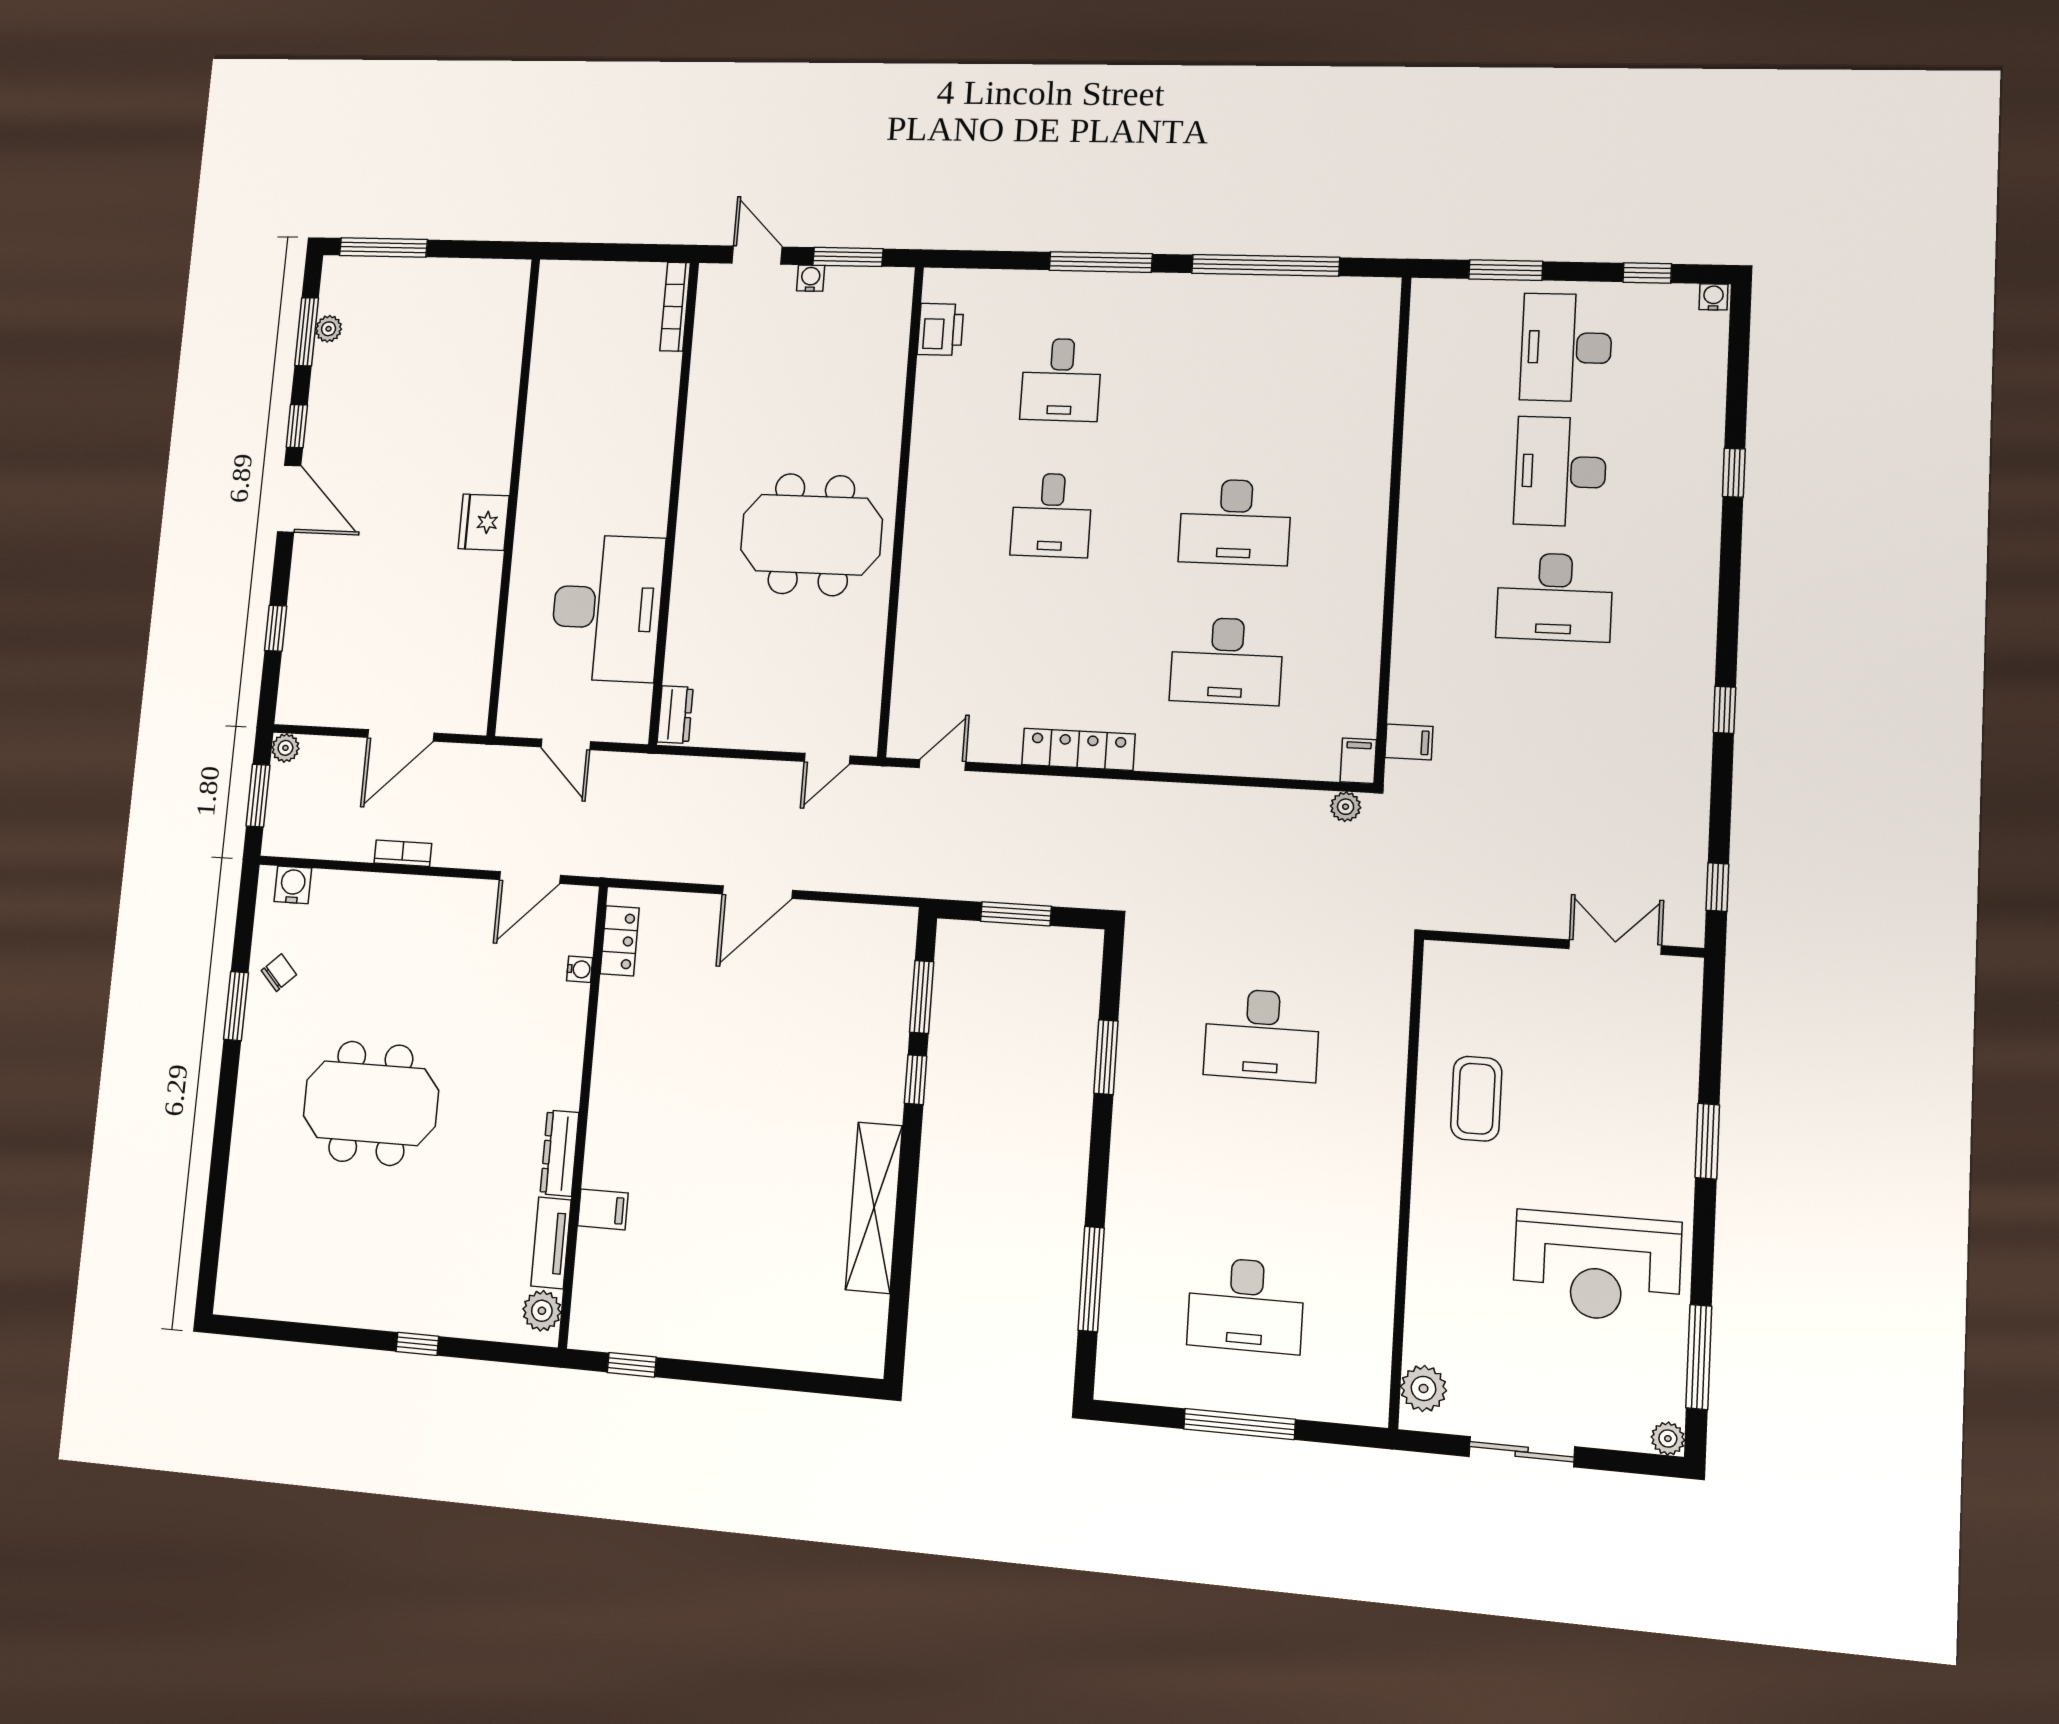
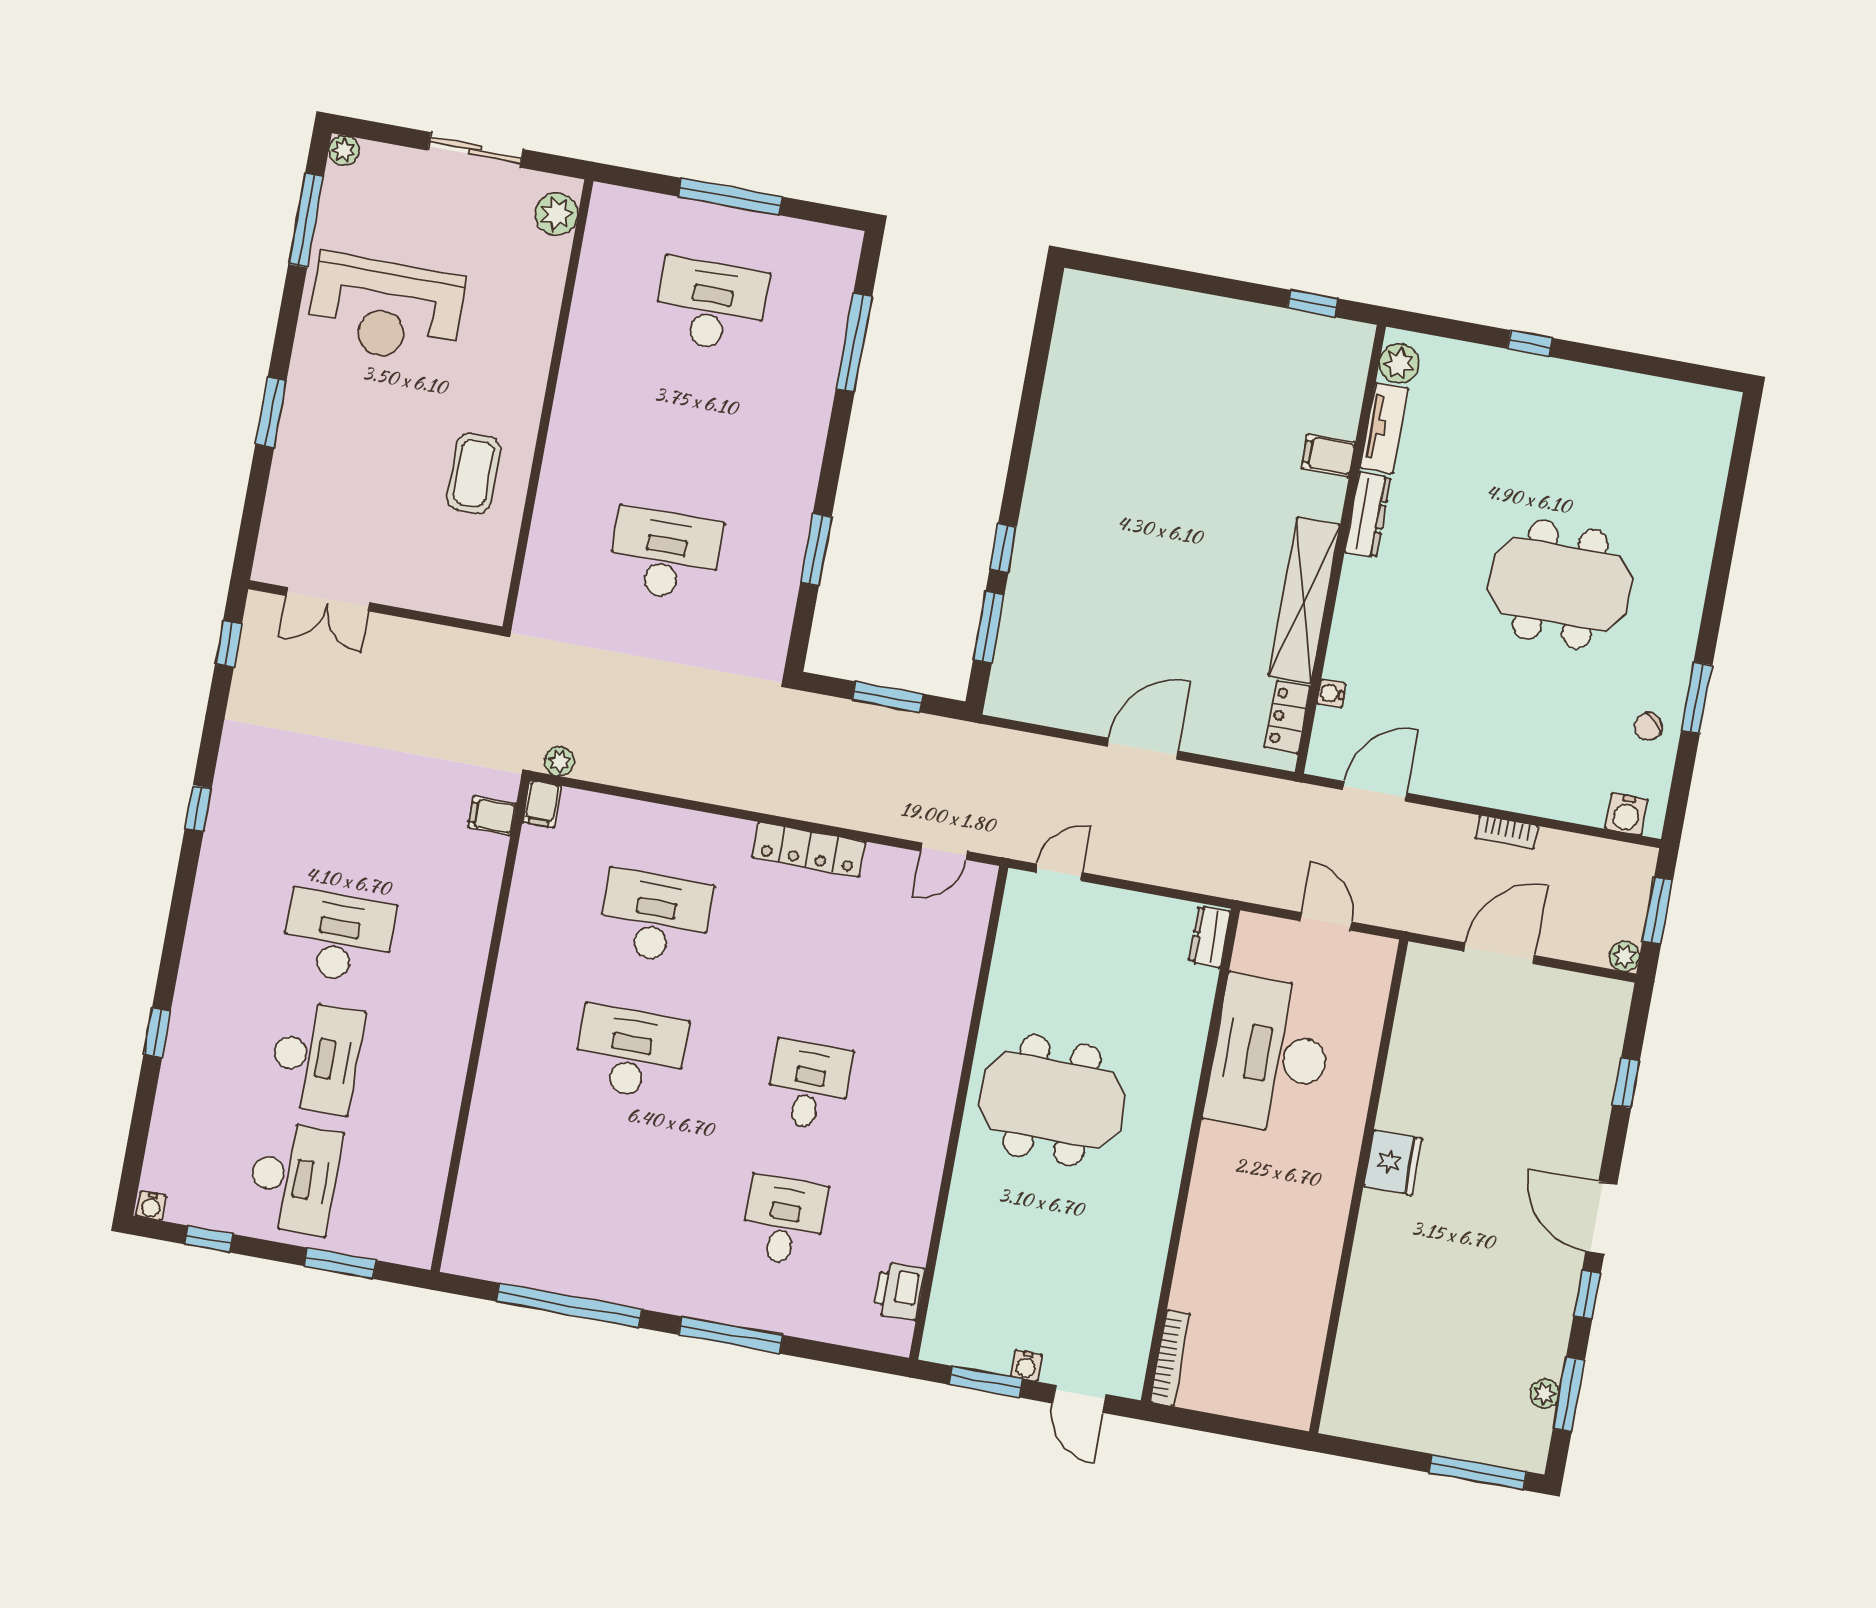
shelving: (874, 1208) -> (1304, 600), moved
reception desk: (1597, 1267) -> (385, 309), turned 180

